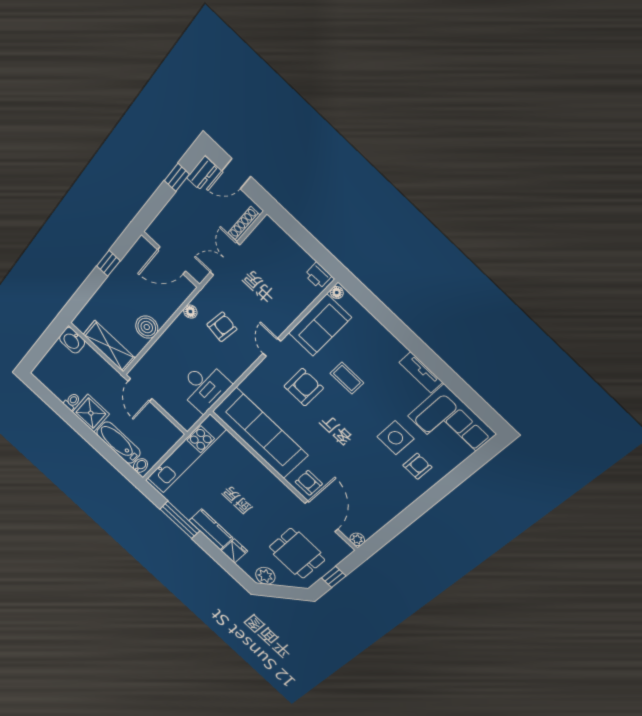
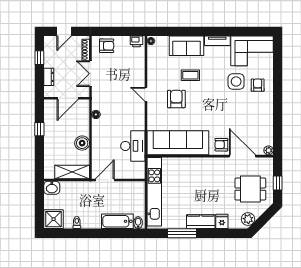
dresser: (202, 173) -> (49, 77), moved
sofa: (320, 325) -> (186, 46), moved, turned 90
armchair: (222, 327) -> (107, 46), moved, turned 82
door: (140, 390) -> (105, 180), swing flipped
shower: (91, 413) -> (54, 219), moved

